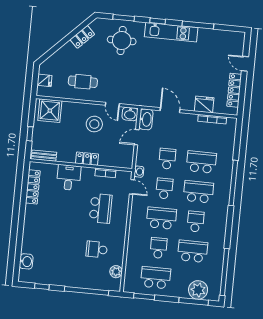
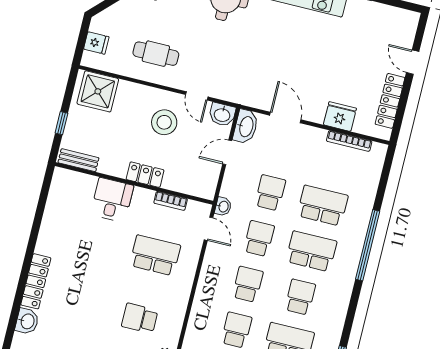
locker: (33, 187) -> (36, 281), moved
school desk: (101, 208) -> (155, 255), turned -90
school desk: (161, 218) -> (248, 284), width x0.54

